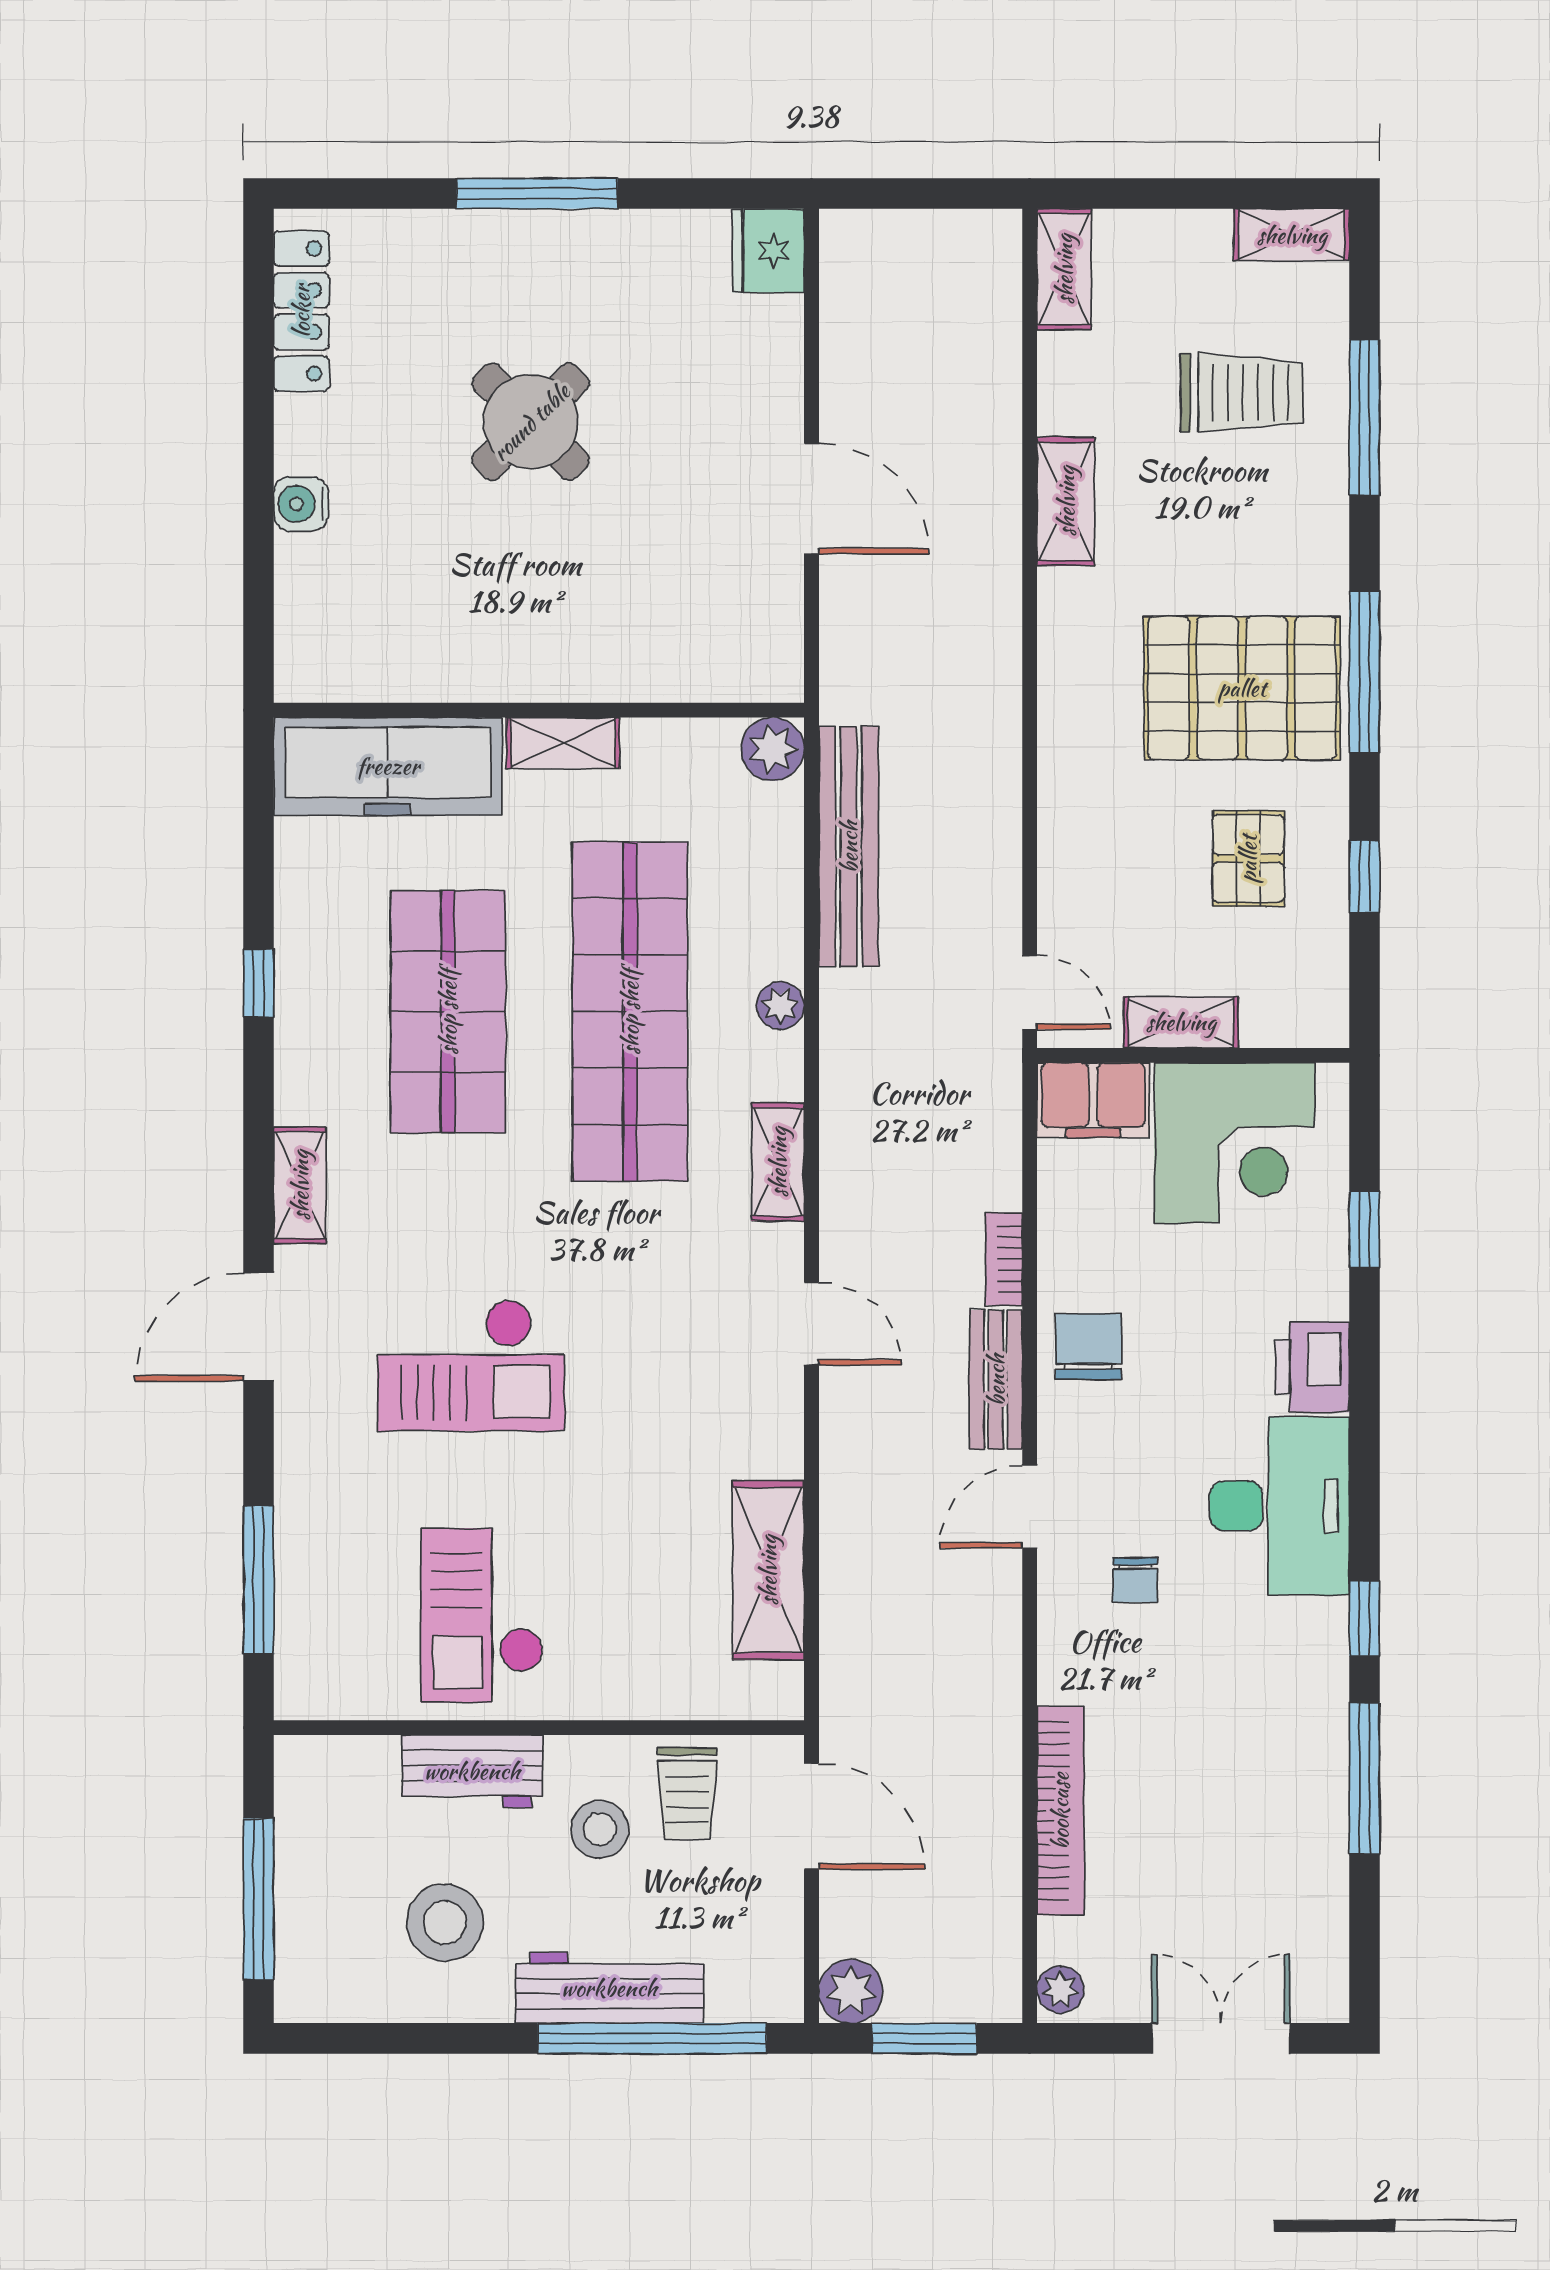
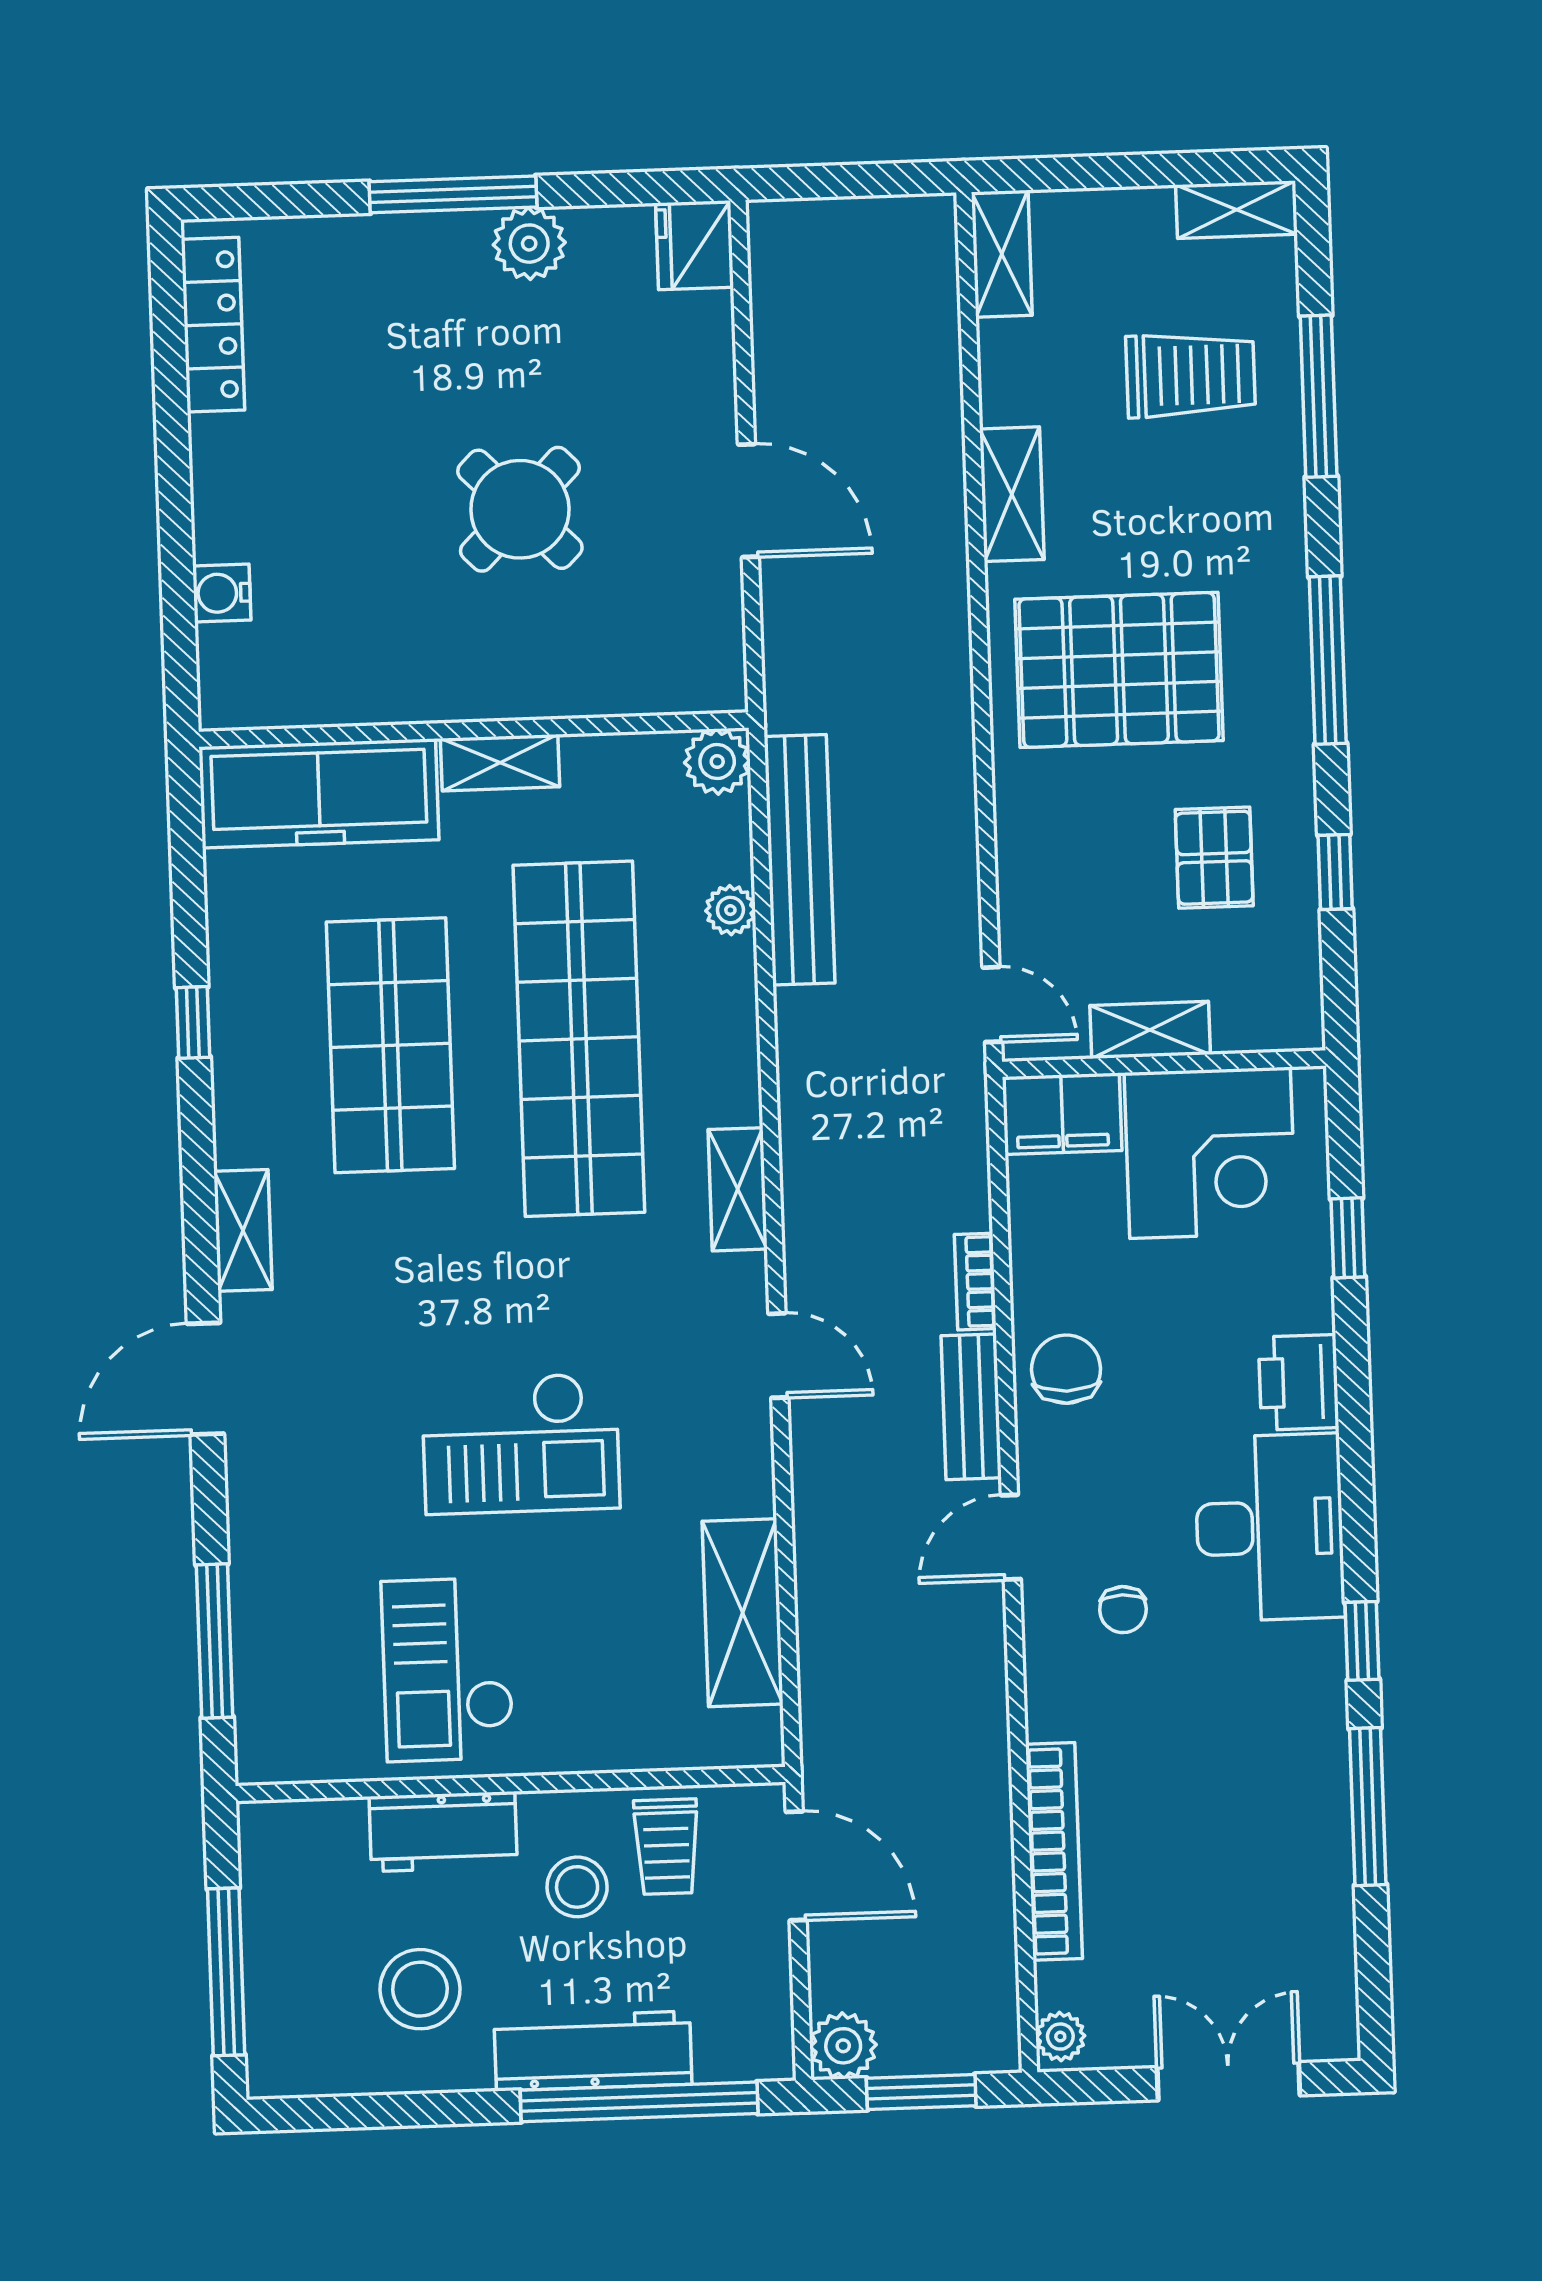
plant: (609, 244) -> (529, 244), added
round table: (531, 422) -> (520, 509), moved
water cooler: (301, 504) -> (222, 593), moved
pallet: (1242, 688) -> (1119, 670), moved
plant: (780, 1006) -> (730, 910), moved
checkout: (471, 1365) -> (521, 1443), moved

